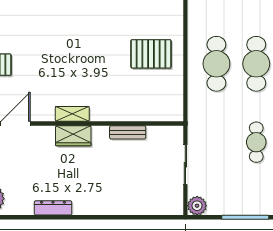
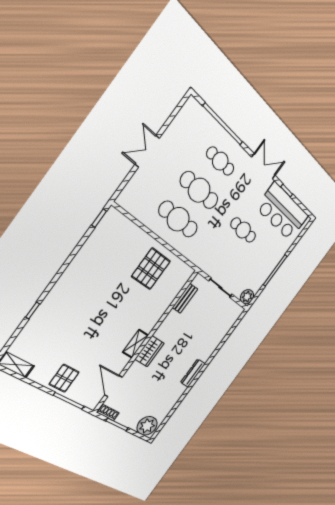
pallet: (151, 54) -> (151, 269), moved
bench: (128, 132) -> (185, 298), moved
dresser: (53, 208) -> (193, 373), moved

